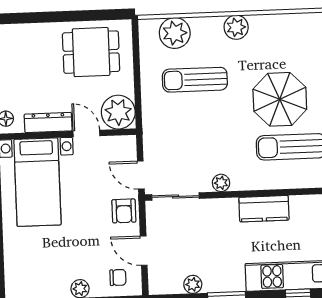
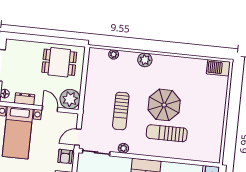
plant: (175, 33) -> (114, 54), width x0.53, depth x0.53
sun lounger: (195, 80) -> (121, 111), moved, turned -90
dresser: (48, 122) -> (25, 99), width x0.70
door: (141, 175) -> (78, 137), hinge flipped

